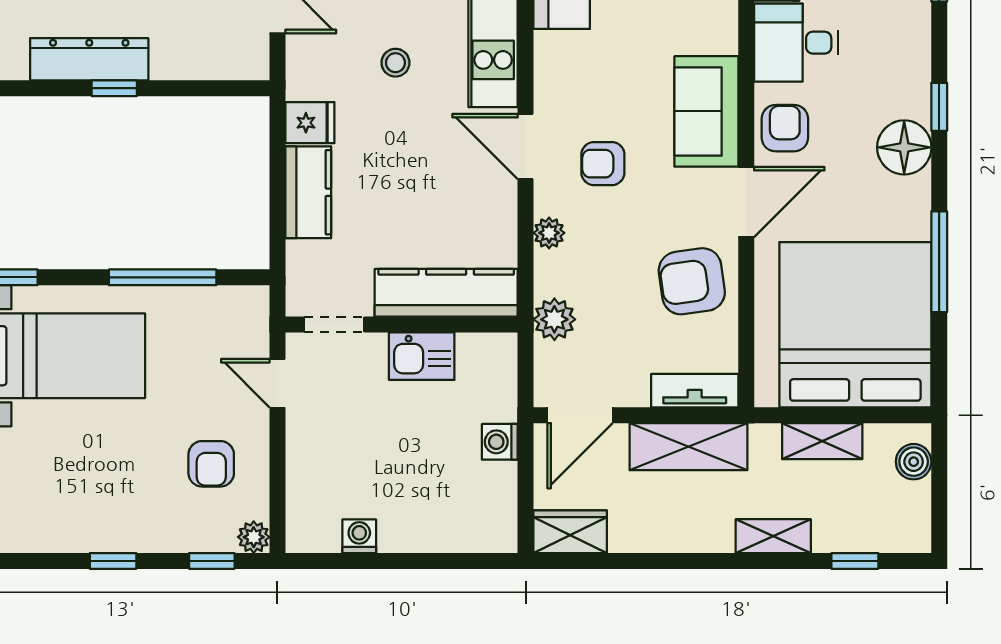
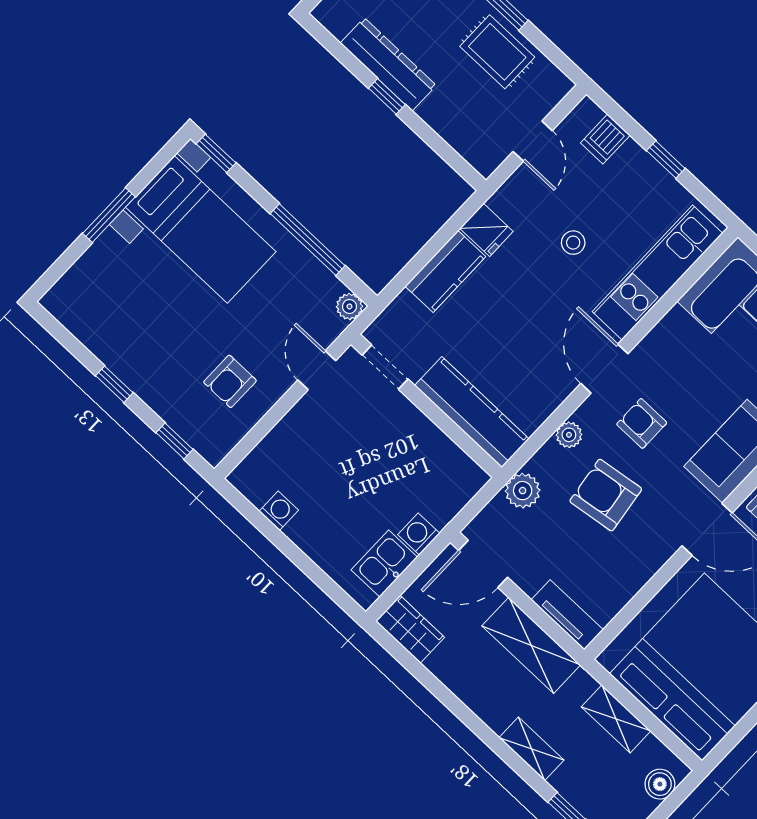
armchair: (692, 281) -> (606, 495), moved
kitchen sink: (422, 356) -> (384, 563), moved, turned 90
plant: (254, 537) -> (349, 306), moved

